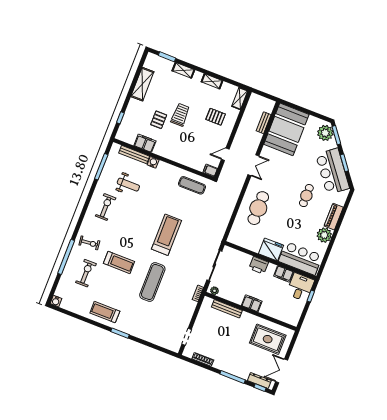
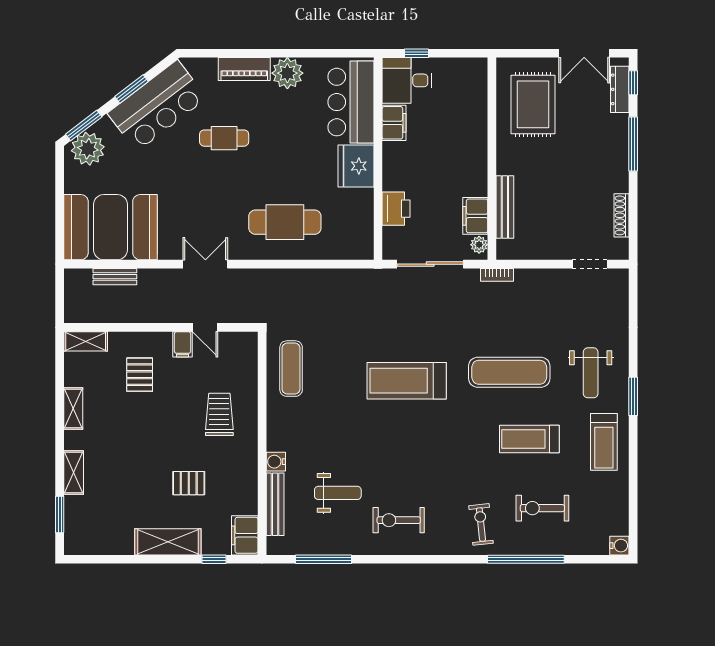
shelving: (142, 84) -> (168, 542), moved
trolley: (180, 115) -> (219, 414), moved, turned 90
filing cabinet: (145, 143) -> (245, 535), moved
filing cabinet: (210, 170) -> (183, 344), moved
weight bench: (128, 185) -> (338, 493), turned 90
treadmill: (119, 262) -> (529, 439), moved, turned -90
printer: (259, 265) -> (396, 209), moved
filing cabinet: (252, 303) -> (475, 216), moved
weight bench: (138, 318) -> (591, 373), added

